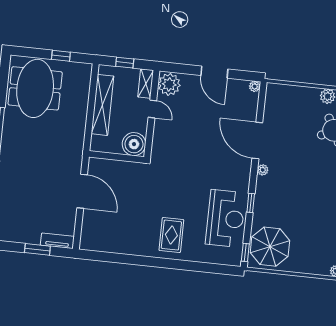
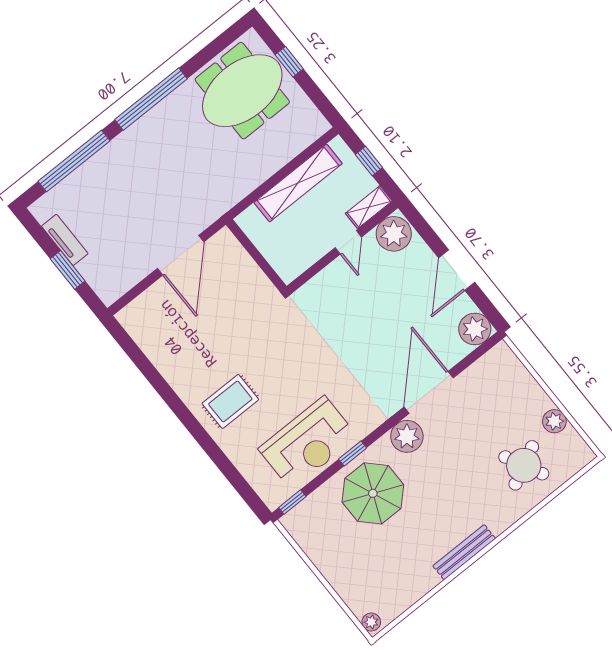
window: (61, 56) -> (289, 62), moved
plant: (255, 86) -> (475, 329), width x1.88, depth x1.88
boiler: (134, 144) -> (289, 261), removed
plant: (263, 170) -> (407, 436), width x1.88, depth x1.88
tv unit: (57, 241) -> (65, 240), moved
parasol: (270, 247) -> (373, 493), moved

